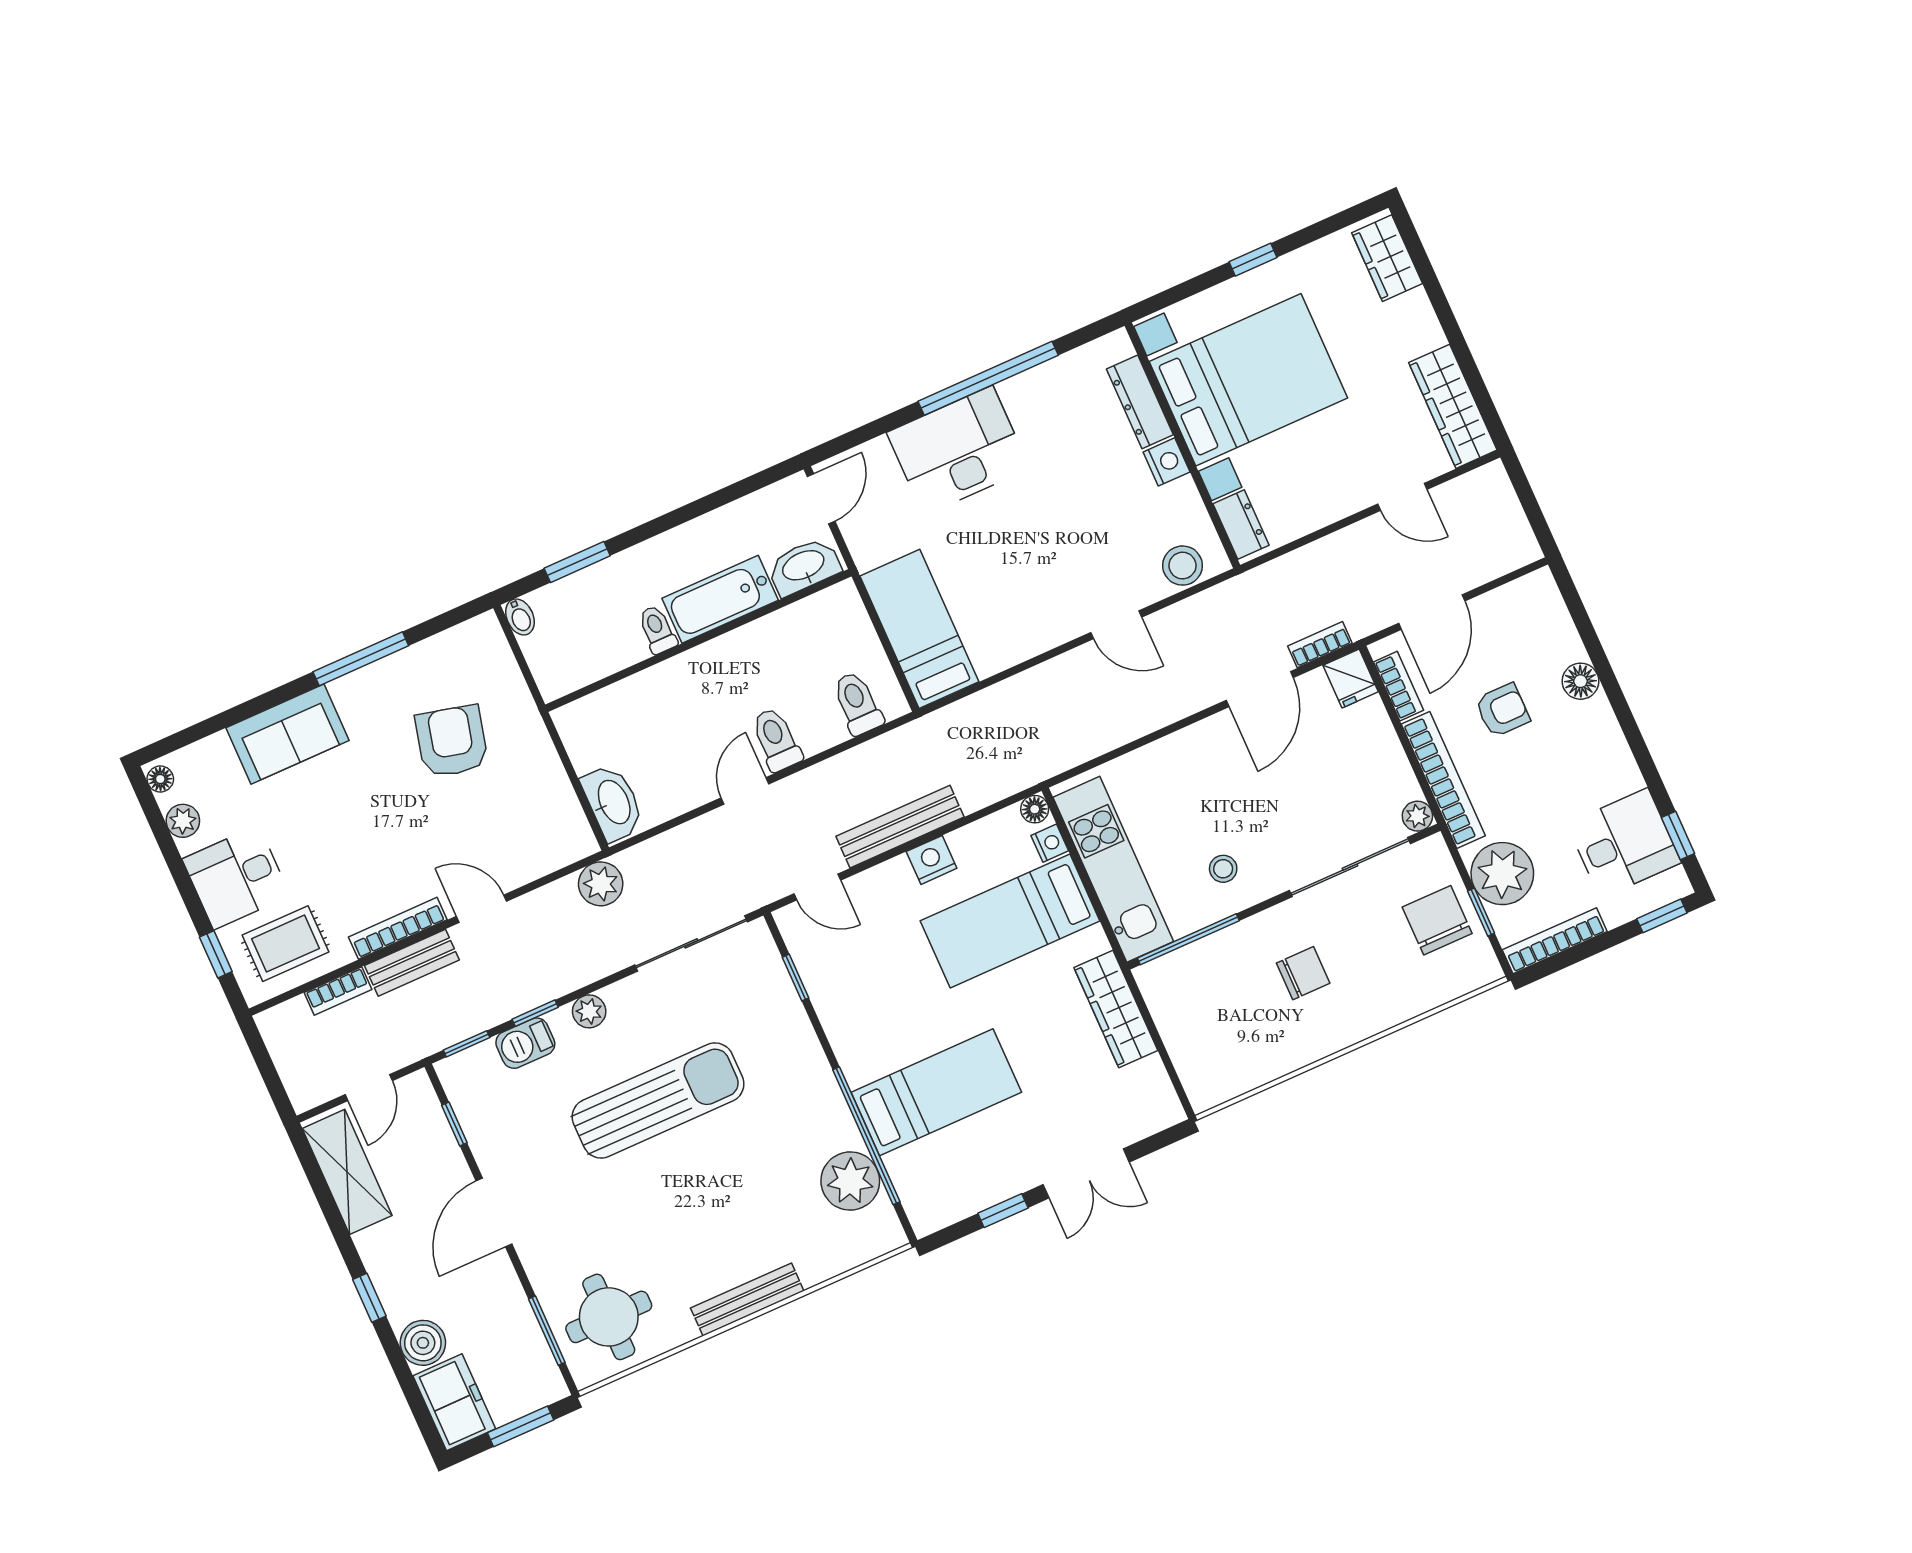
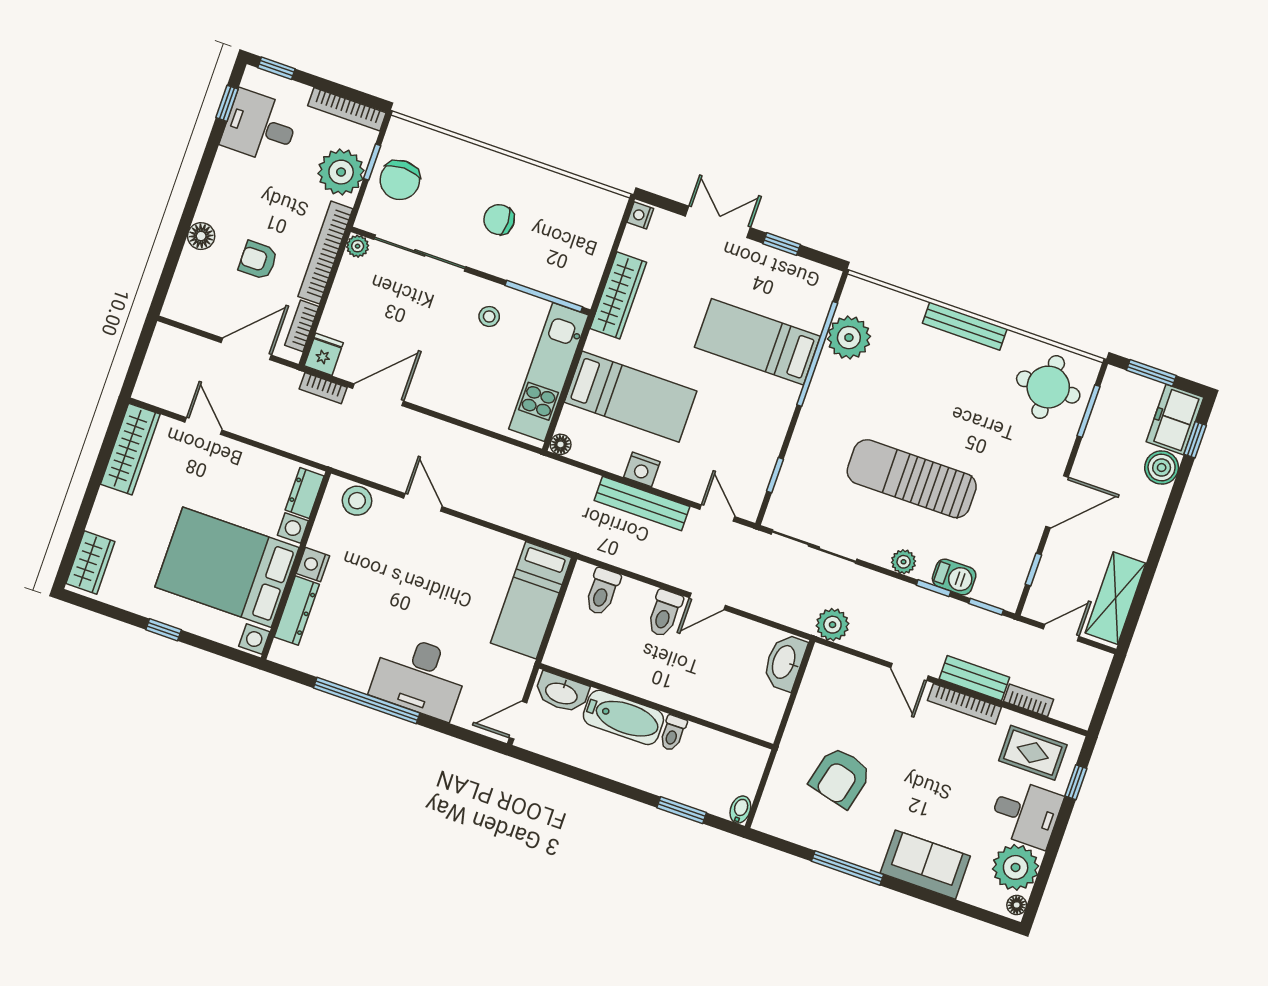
plant: (183, 821) -> (1016, 867), width x1.87, depth x1.87
nightstand: (1050, 843) -> (640, 215), moved
window: (369, 1298) -> (1195, 440), moved

